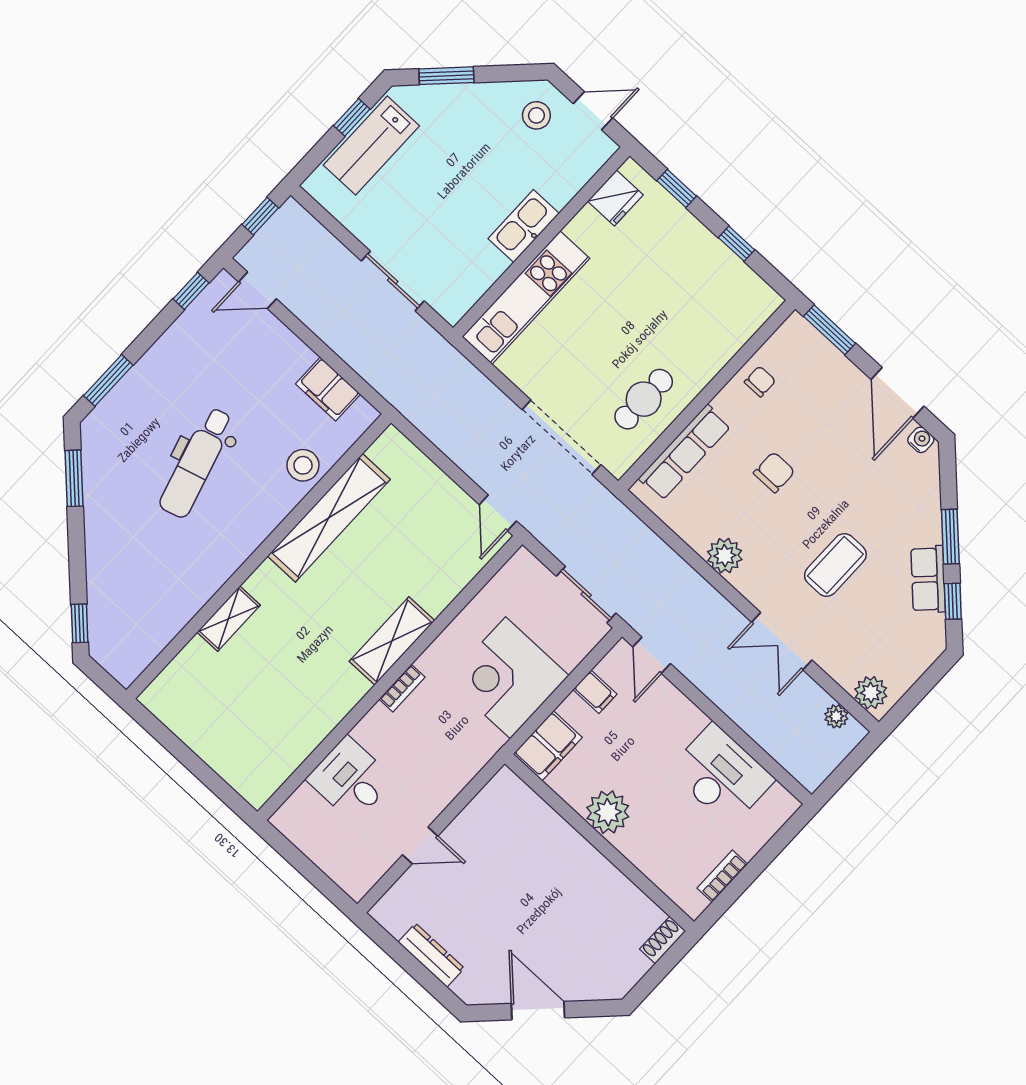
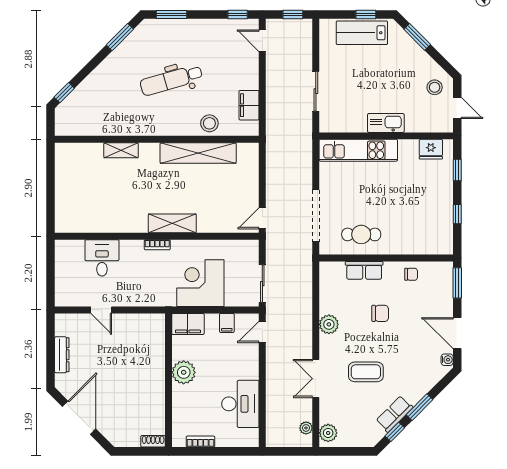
door: (898, 393) -> (457, 333), hinge flipped
row of seats: (685, 452) -> (364, 270), width x0.68
door: (538, 1011) -> (79, 418), width x1.36

